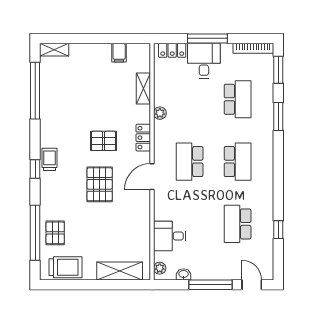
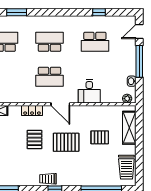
plant: (160, 113) -> (14, 98), removed
pallet: (55, 233) -> (100, 137), moved
desk: (170, 236) -> (89, 91), moved
trolley: (66, 267) -> (126, 167), turned 180

